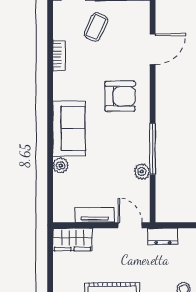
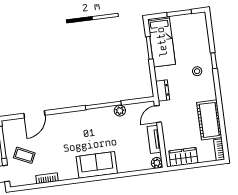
door: (153, 49) -> (34, 114), swing flipped
armchair: (120, 96) -> (70, 132), removed
plant: (61, 166) -> (157, 163), moved
wardrobe: (72, 239) -> (183, 157), moved, turned -90

